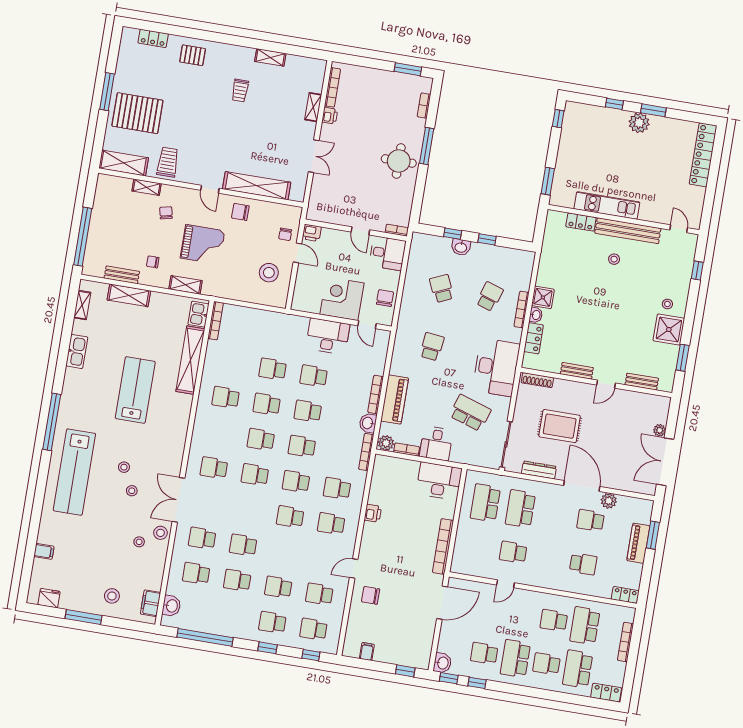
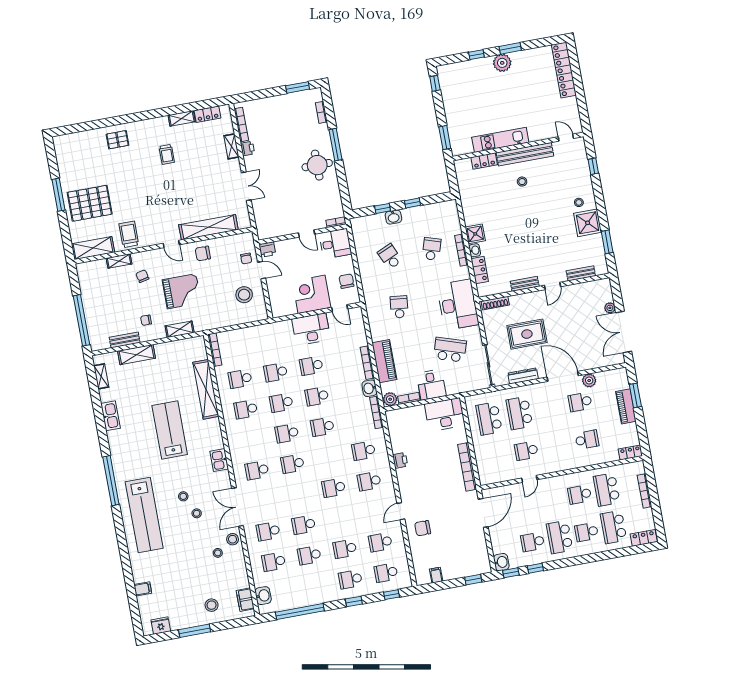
locker: (153, 38) -> (207, 114), moved
kitchen sink: (198, 314) -> (219, 460), moved
school desk: (296, 482) -> (240, 379), moved

